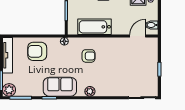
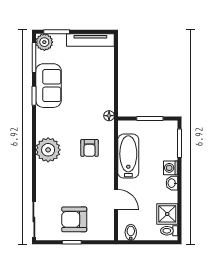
door: (138, 36) -> (116, 200), moved
armchair: (37, 51) -> (74, 219), moved, turned -90
sofa: (60, 87) -> (48, 86), moved
plant: (90, 91) -> (48, 150), width x1.87, depth x1.87

